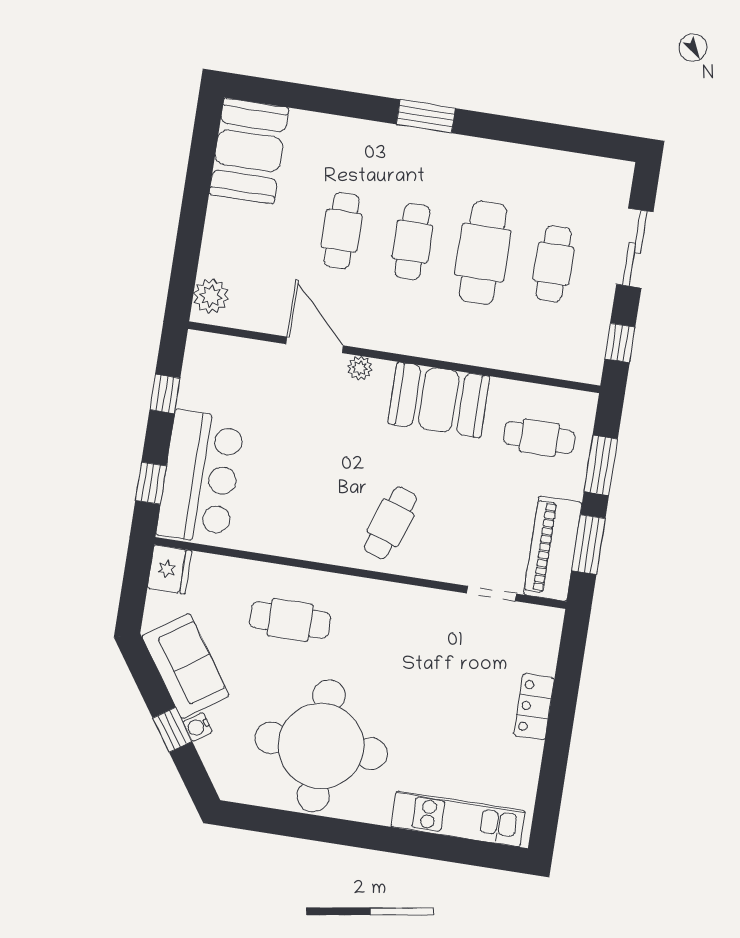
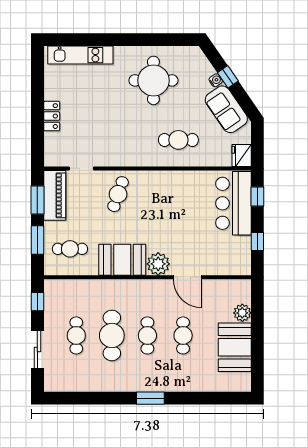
booth: (249, 151) -> (235, 347), moved
plant: (211, 296) -> (242, 313), moved
plant: (360, 368) -> (158, 264), width x1.88, depth x1.88
cafe table: (390, 523) -> (118, 194), moved
round table: (321, 746) -> (153, 80), width x0.73, depth x0.73

